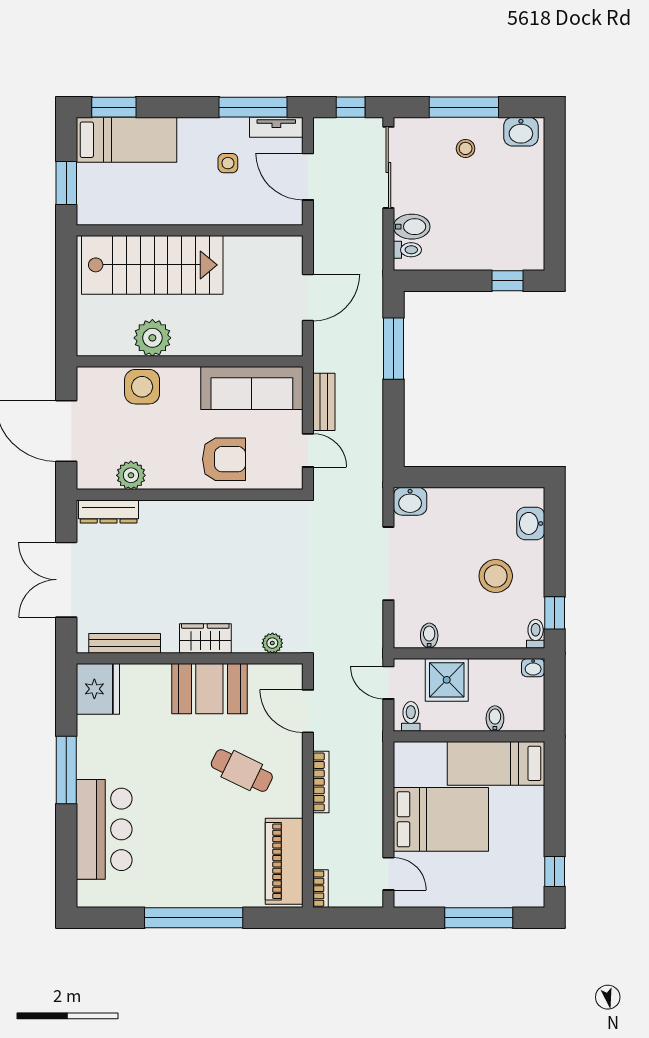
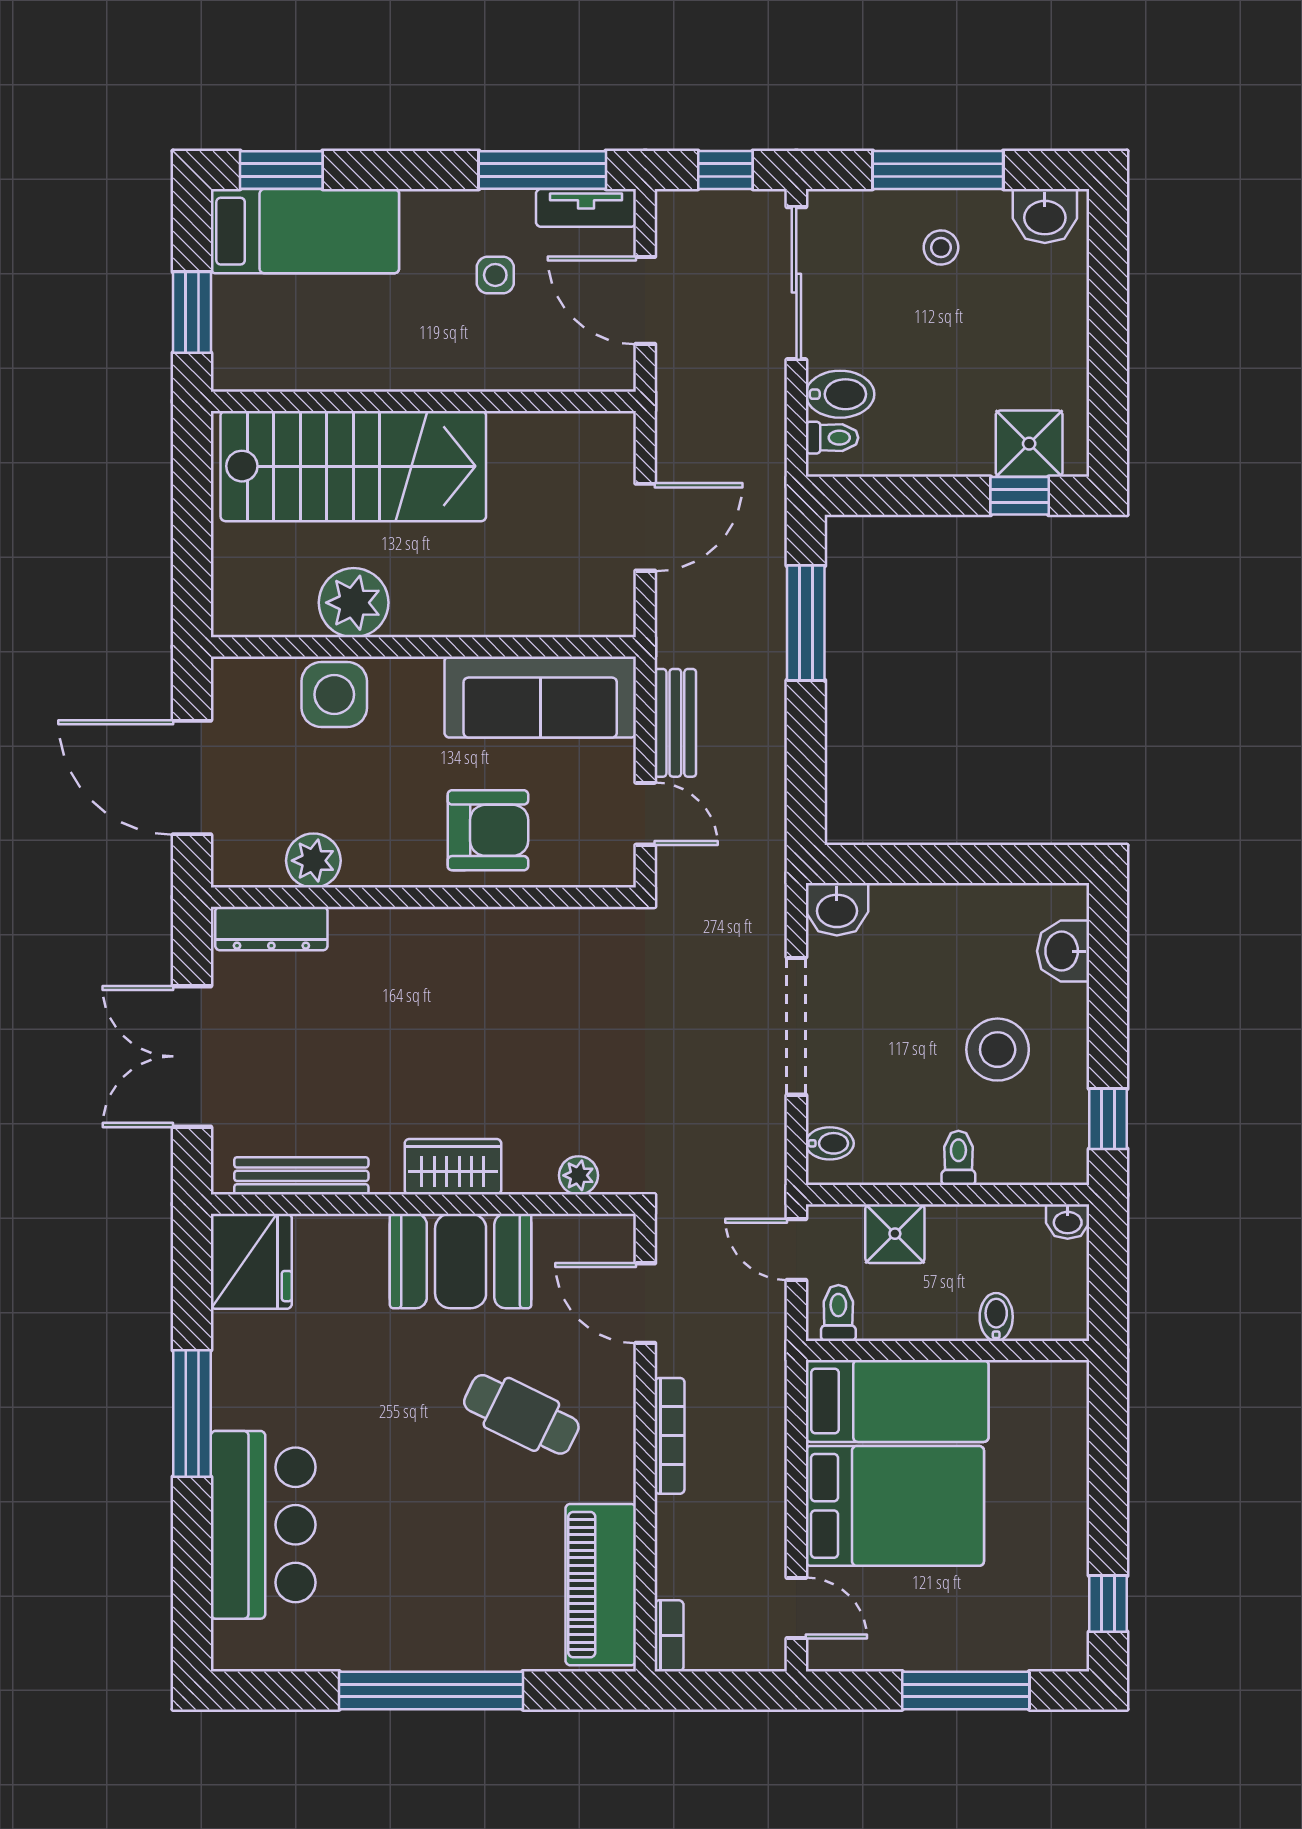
shower: (513, 253) -> (1029, 444), added
toilet: (536, 634) -> (958, 1158), moved
bidet: (429, 636) -> (830, 1143), moved, turned 90
shower: (447, 680) -> (895, 1234), width x0.73, depth x0.73
bed: (496, 763) -> (897, 1401), moved, turned 180

